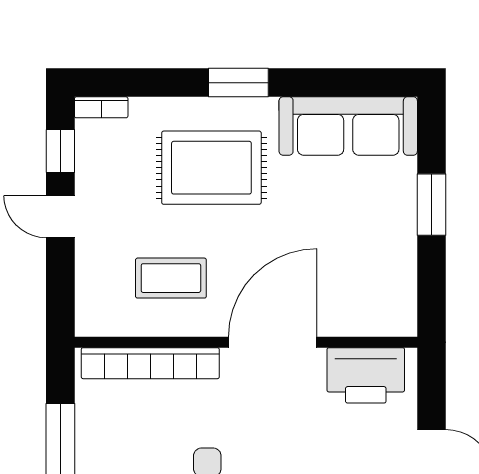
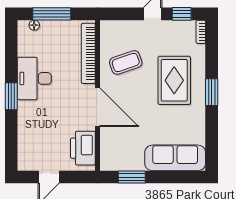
sofa: (348, 126) -> (175, 158), moved, turned 90
window: (431, 205) -> (132, 177), moved
coffee table: (171, 278) -> (126, 62), turned 71

